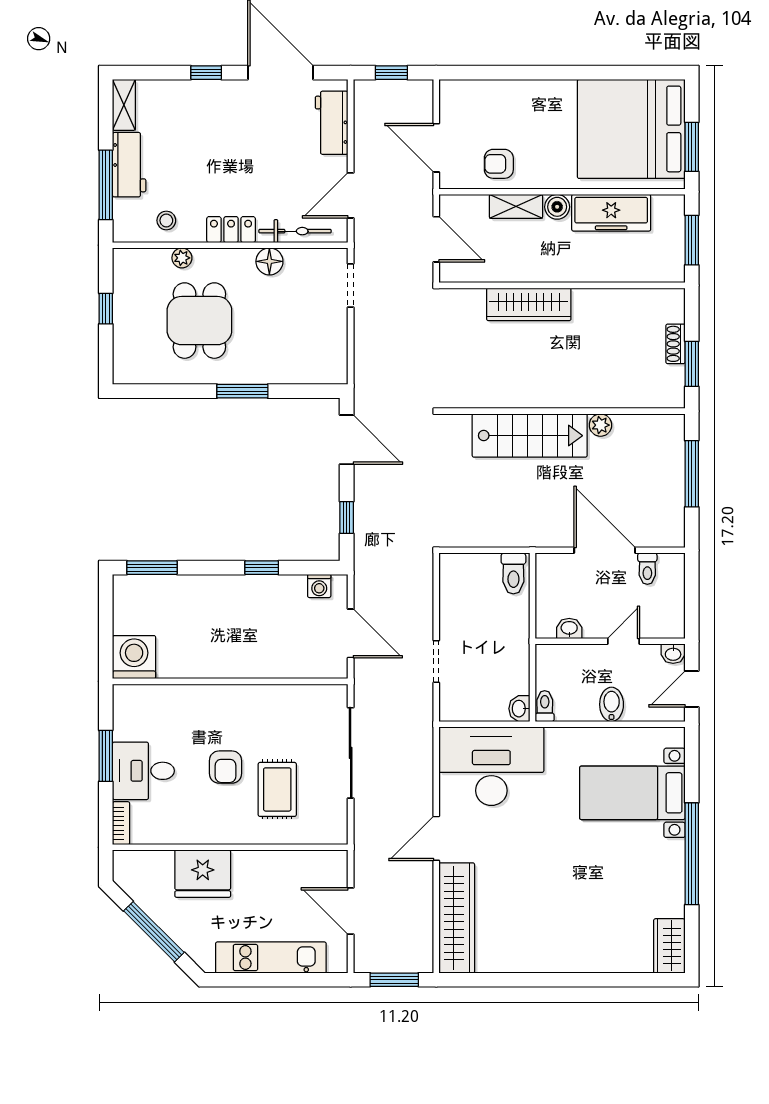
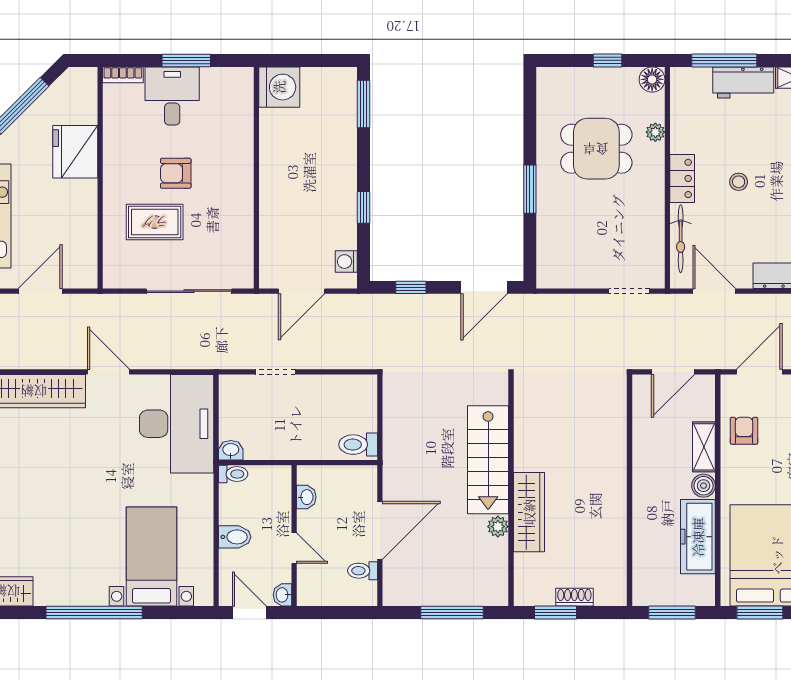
stool: (166, 220) -> (739, 182), moved
floor lamp: (269, 261) -> (652, 79), moved
wardrobe: (529, 304) -> (529, 512), moved, turned 180

